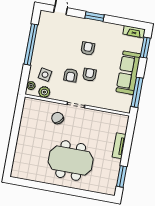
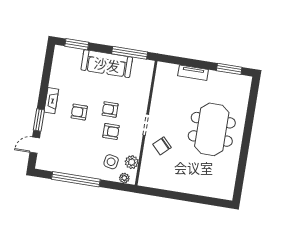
window: (94, 16) -> (39, 120), moved
fireplace: (134, 32) -> (51, 101), moved

